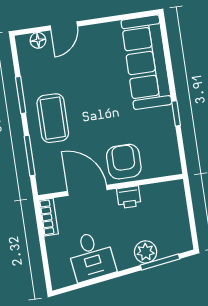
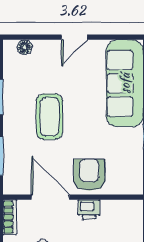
door: (64, 26) -> (74, 37), moved
coffee table: (53, 118) -> (49, 117), moved

